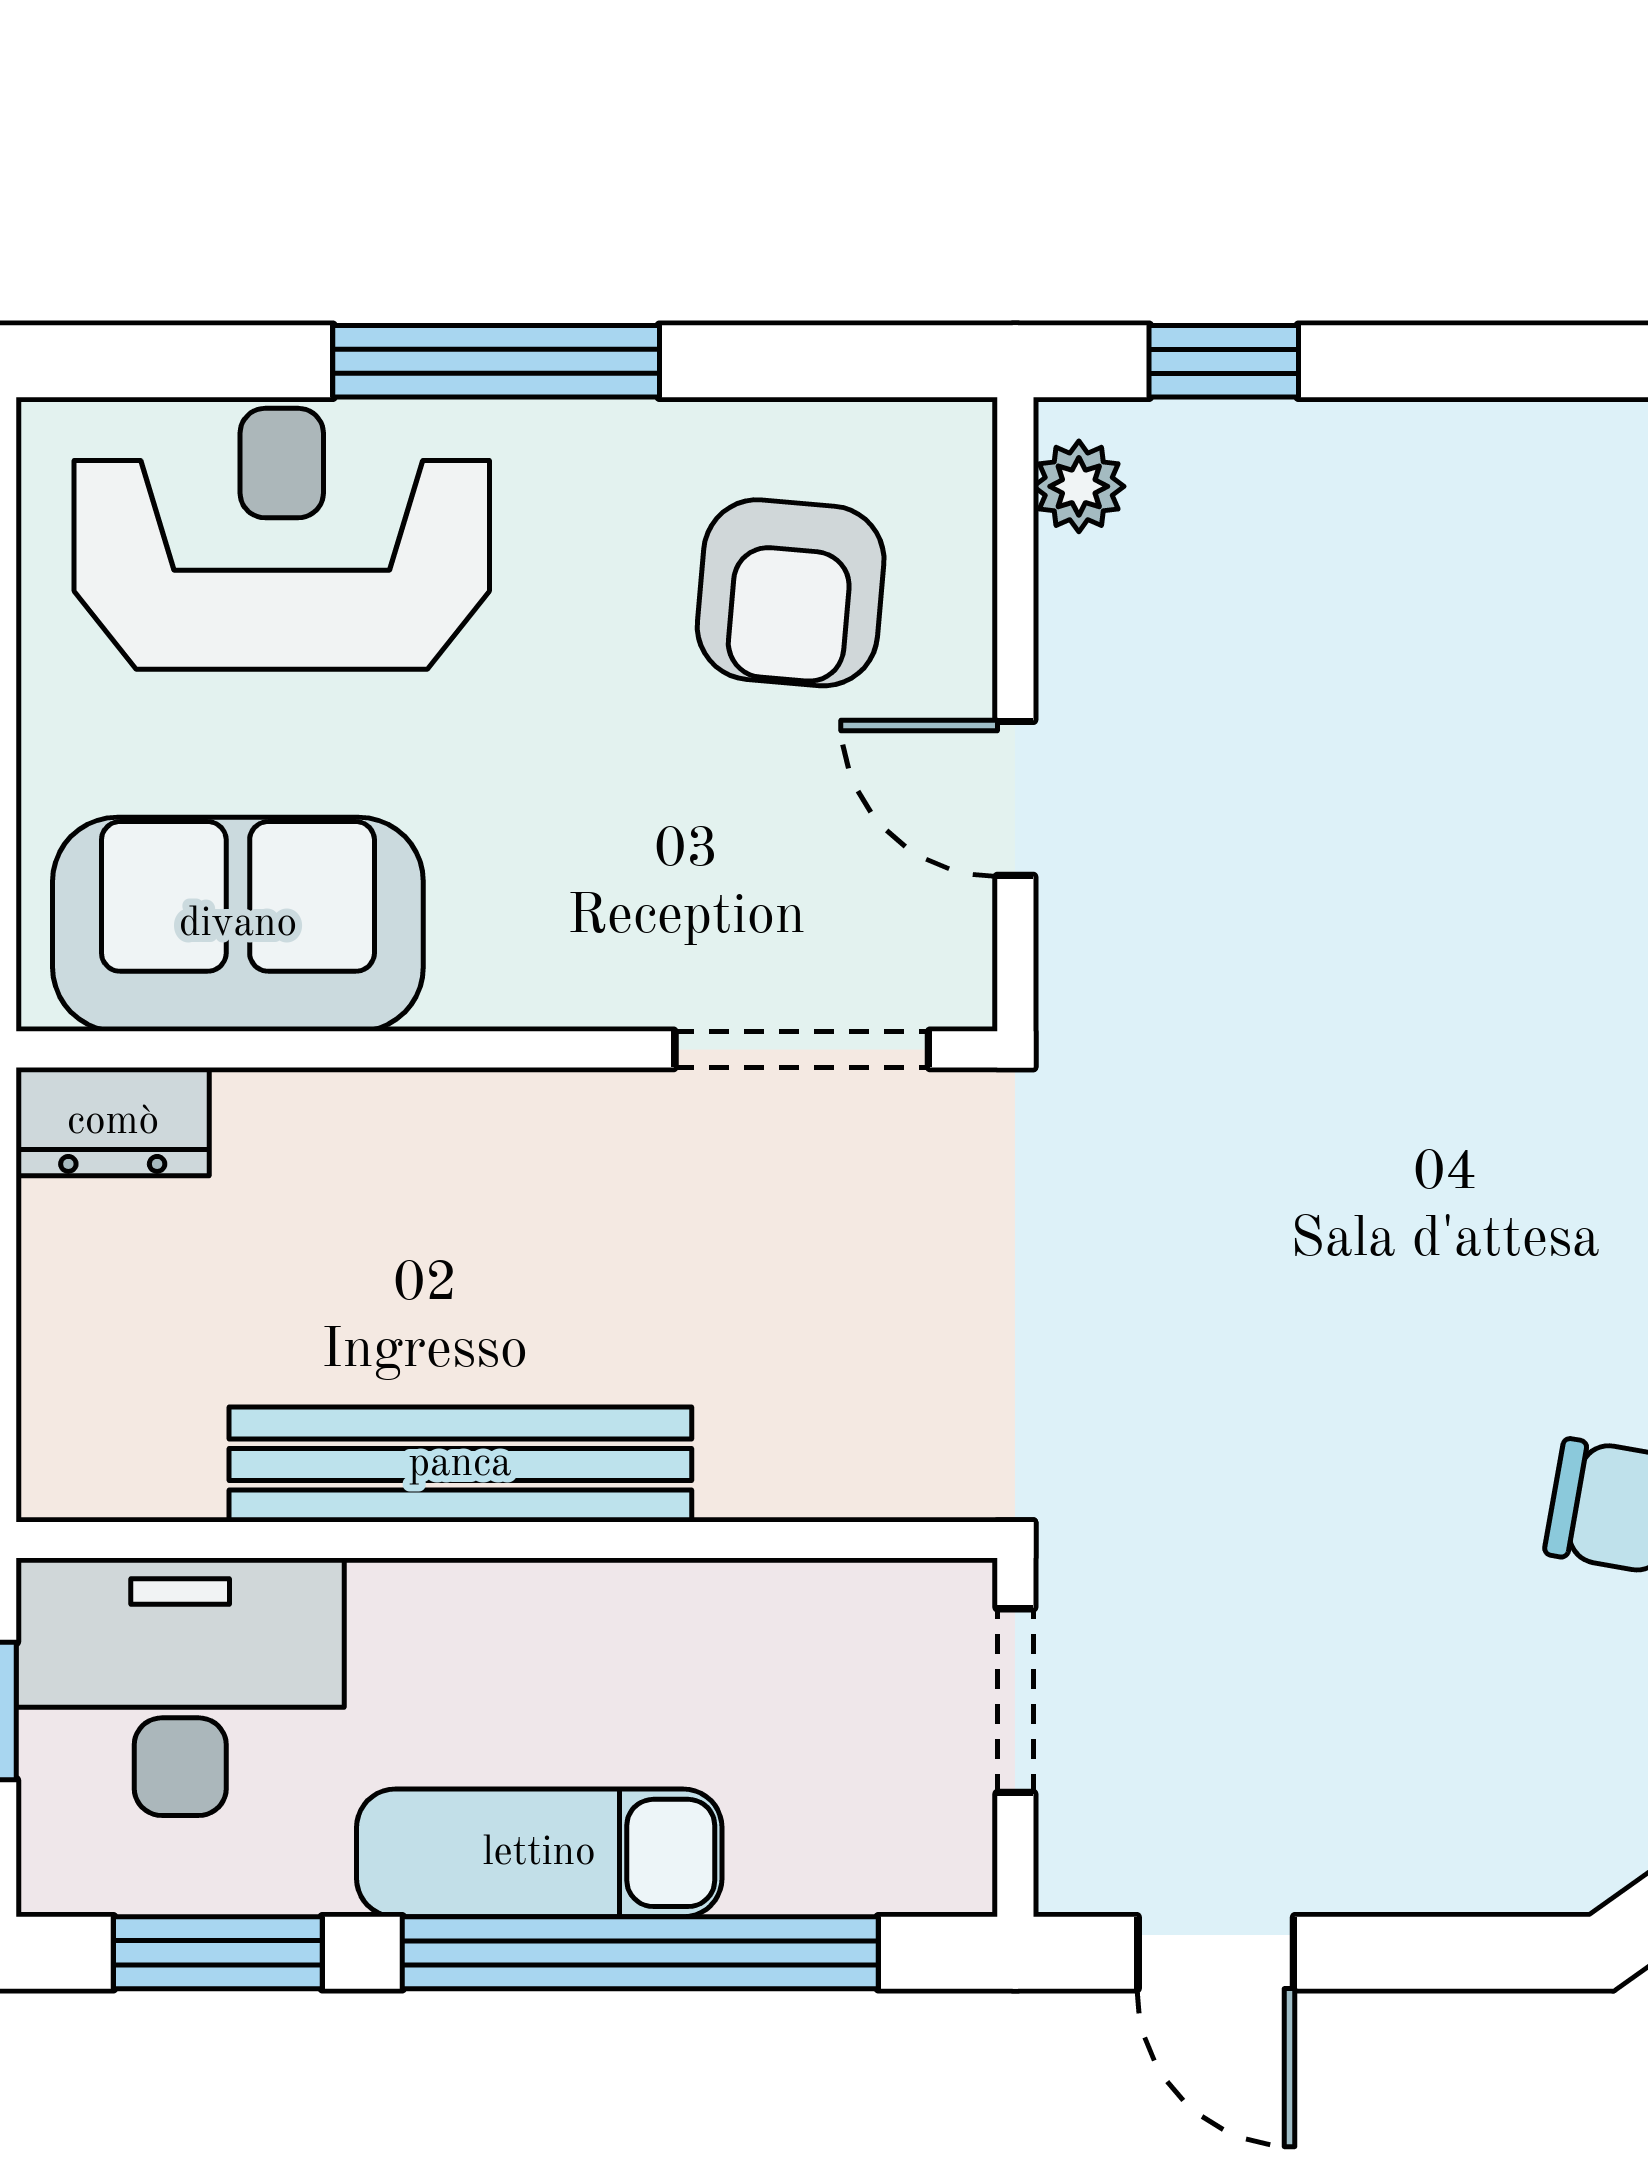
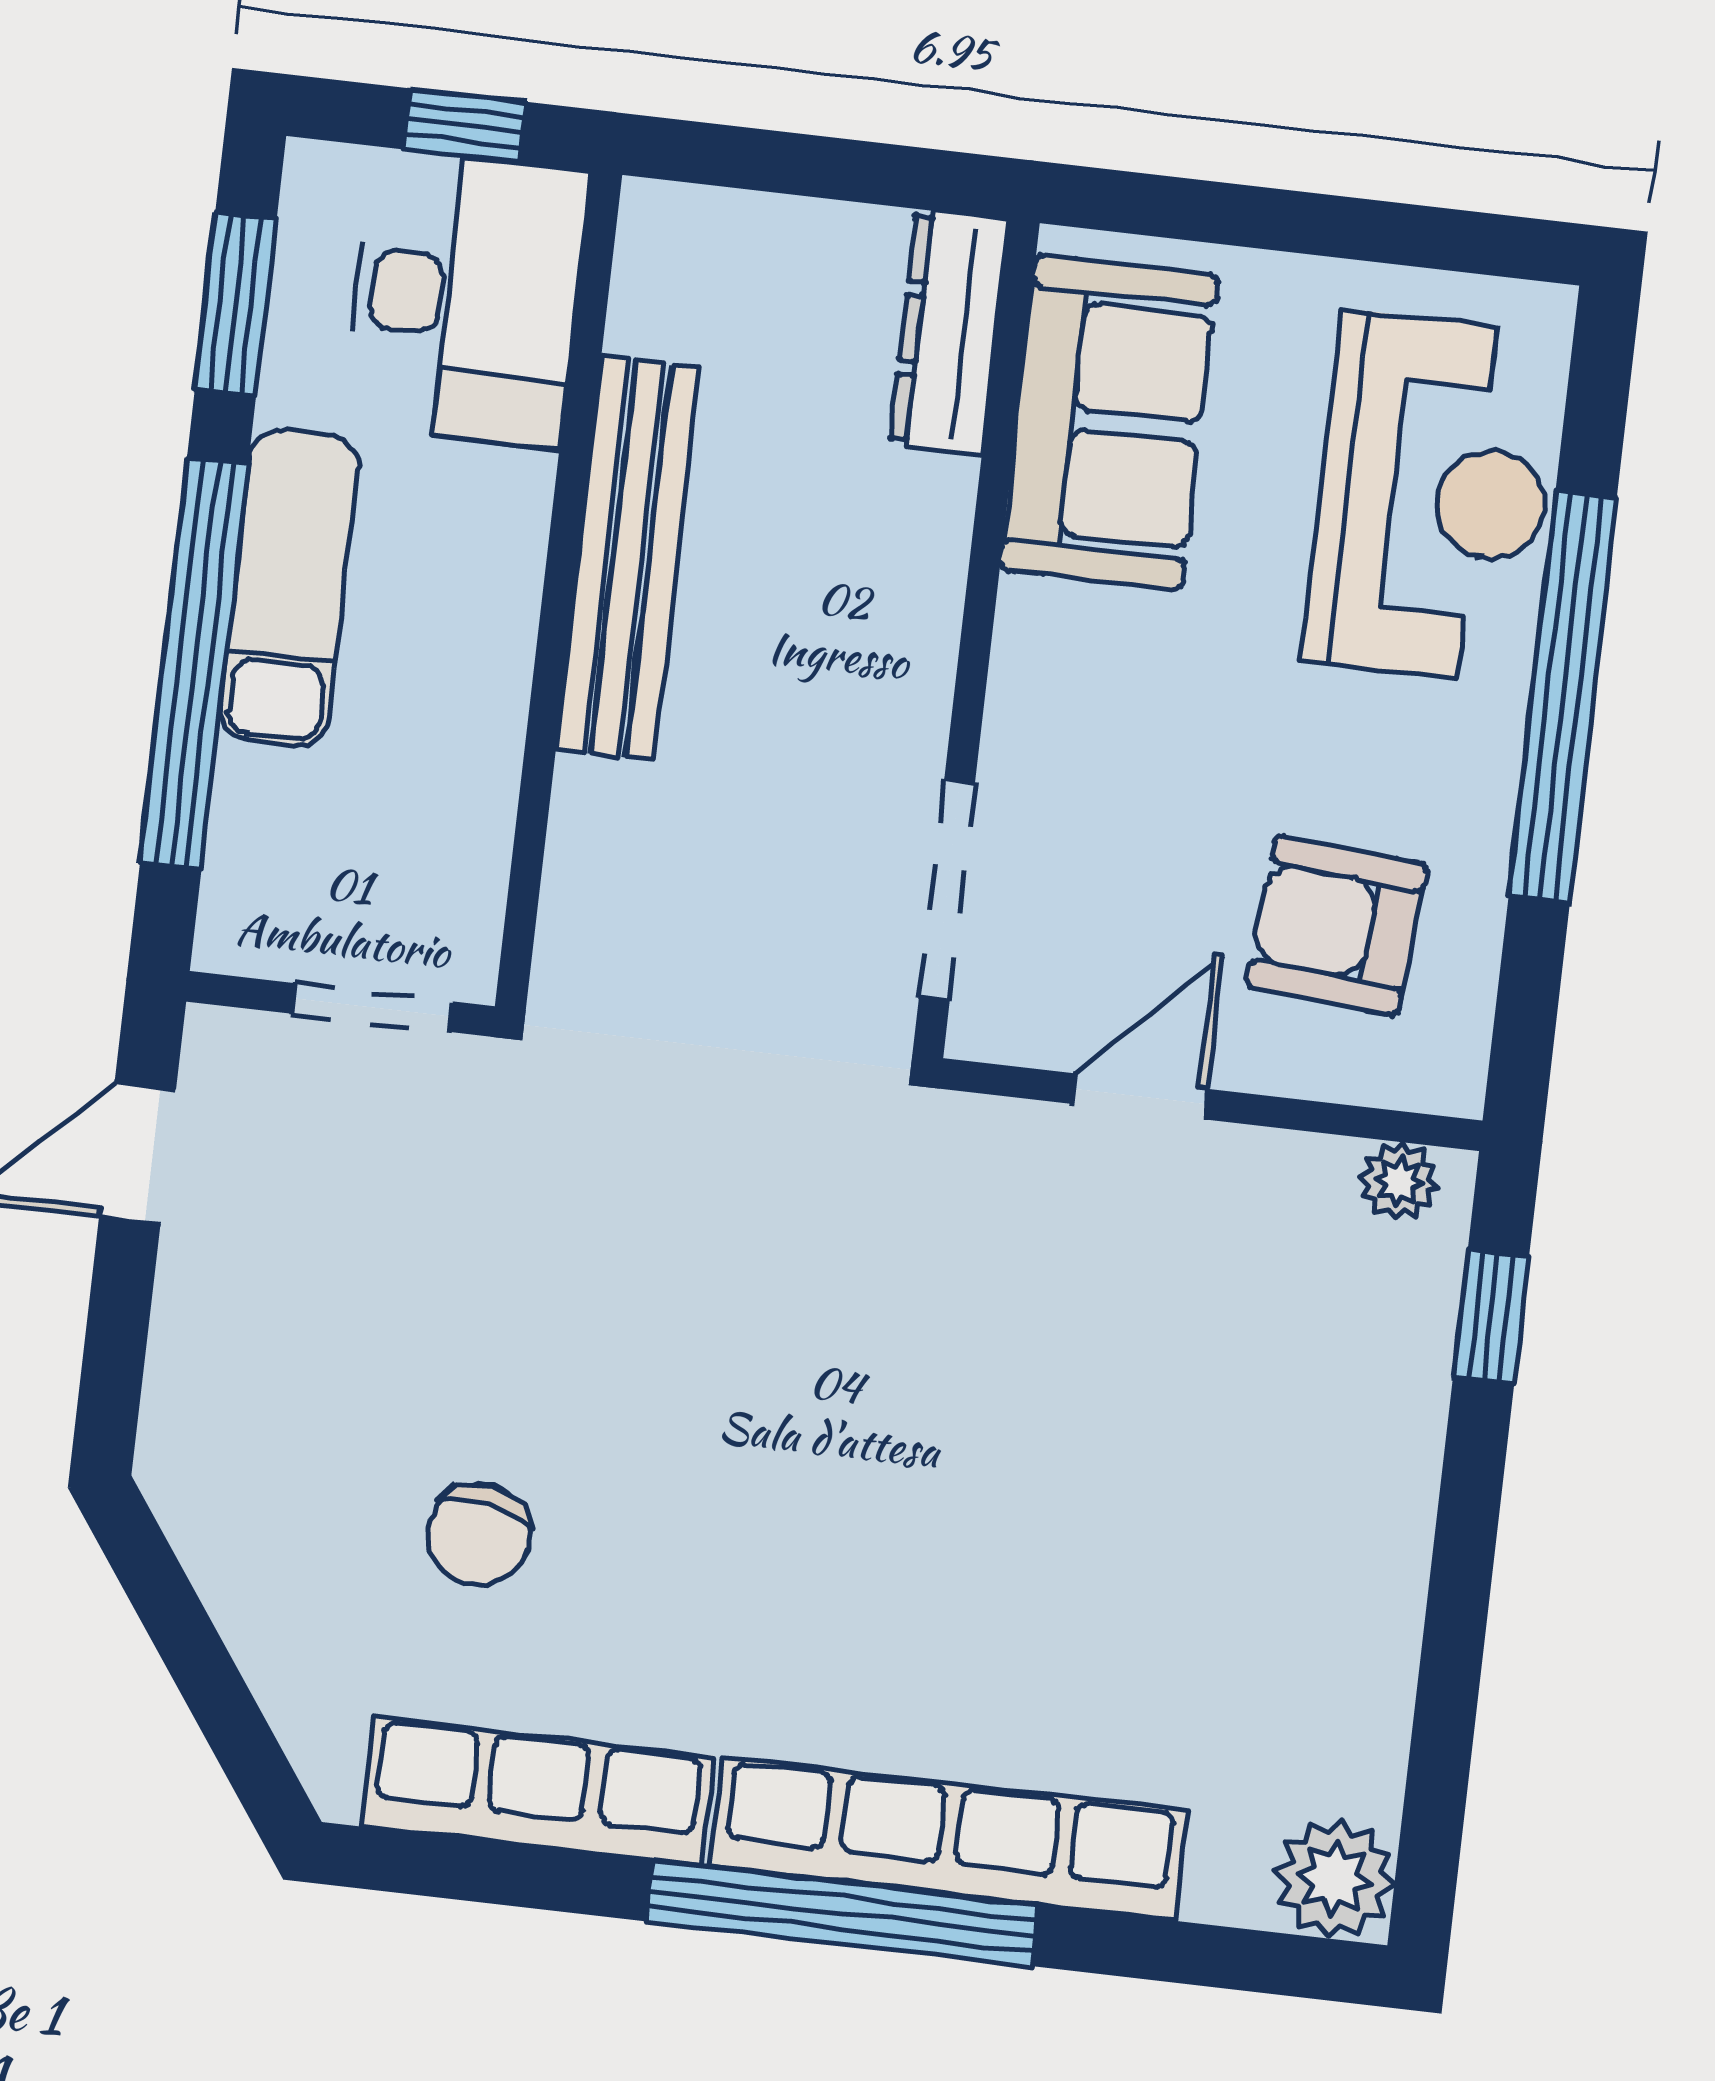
window: (496, 361) -> (1563, 698), width x1.46
dresser: (113, 1122) -> (949, 332), width x1.44

